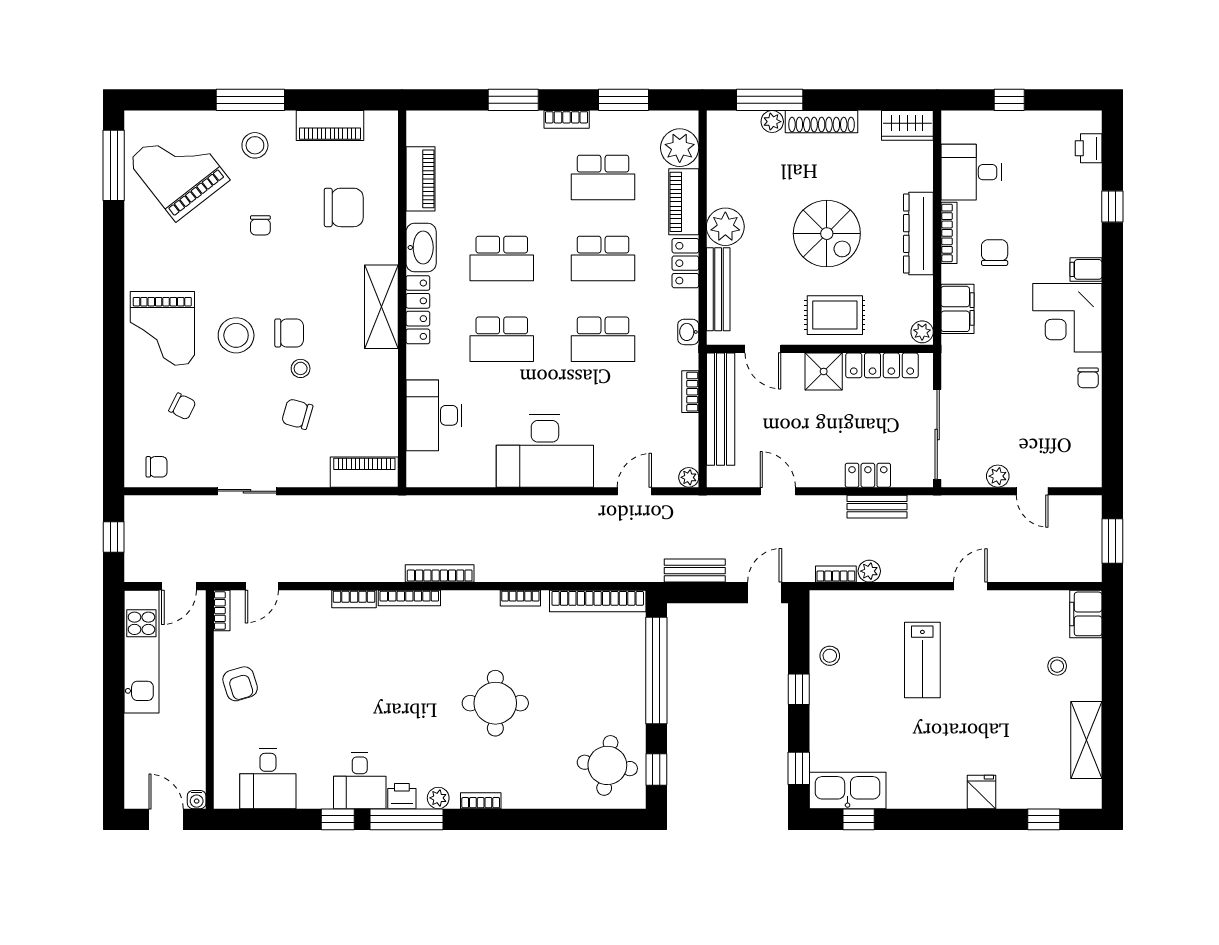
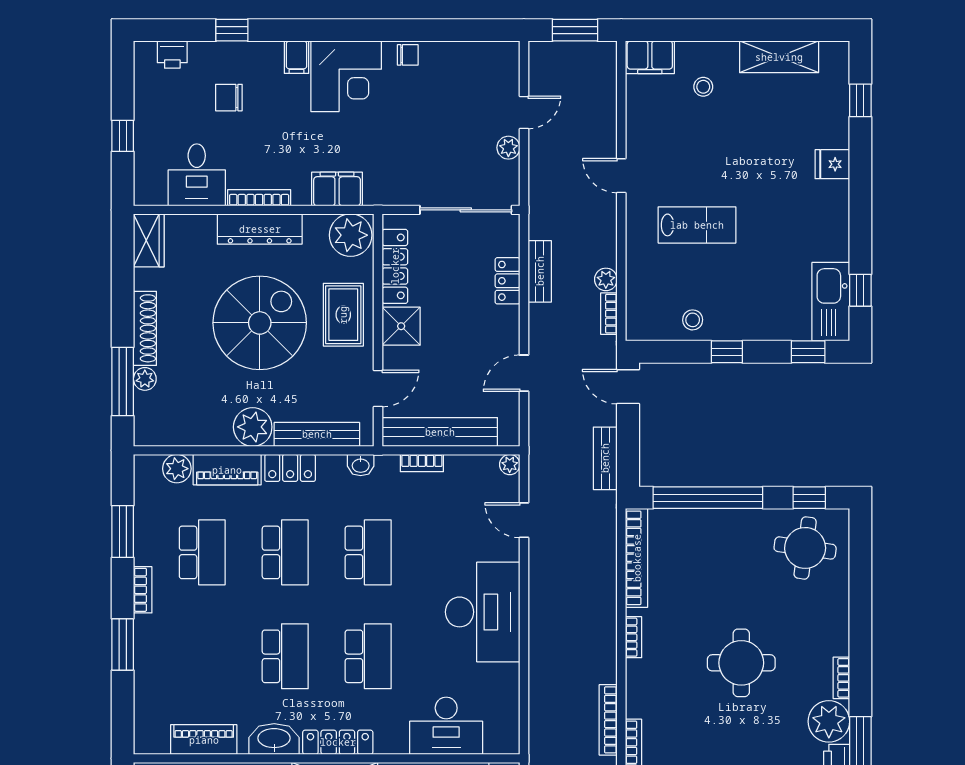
plant: (680, 148) -> (177, 469), width x0.73, depth x0.73
spiral stairs: (827, 234) -> (260, 323), width x1.37, depth x1.37
chair: (995, 253) -> (229, 98), moved
plant: (922, 332) -> (351, 235), width x1.87, depth x1.87
plant: (438, 798) -> (829, 721), width x1.87, depth x1.87

